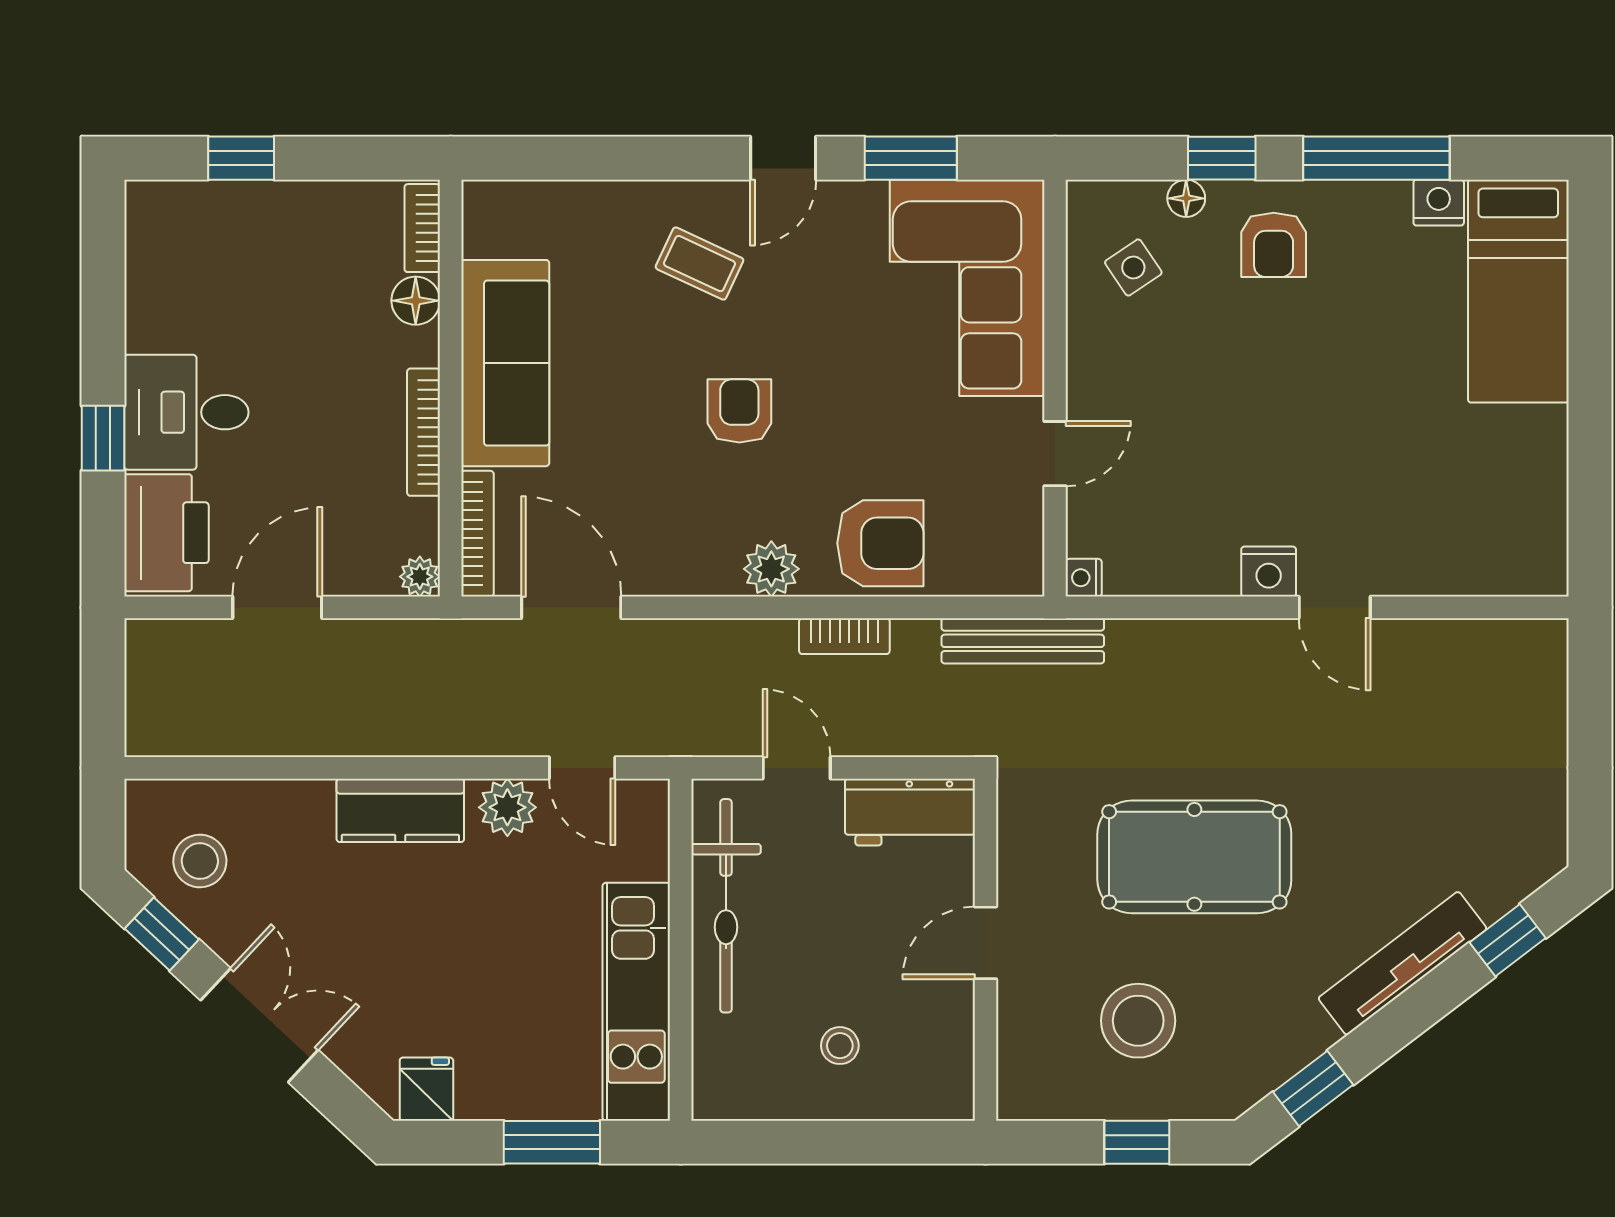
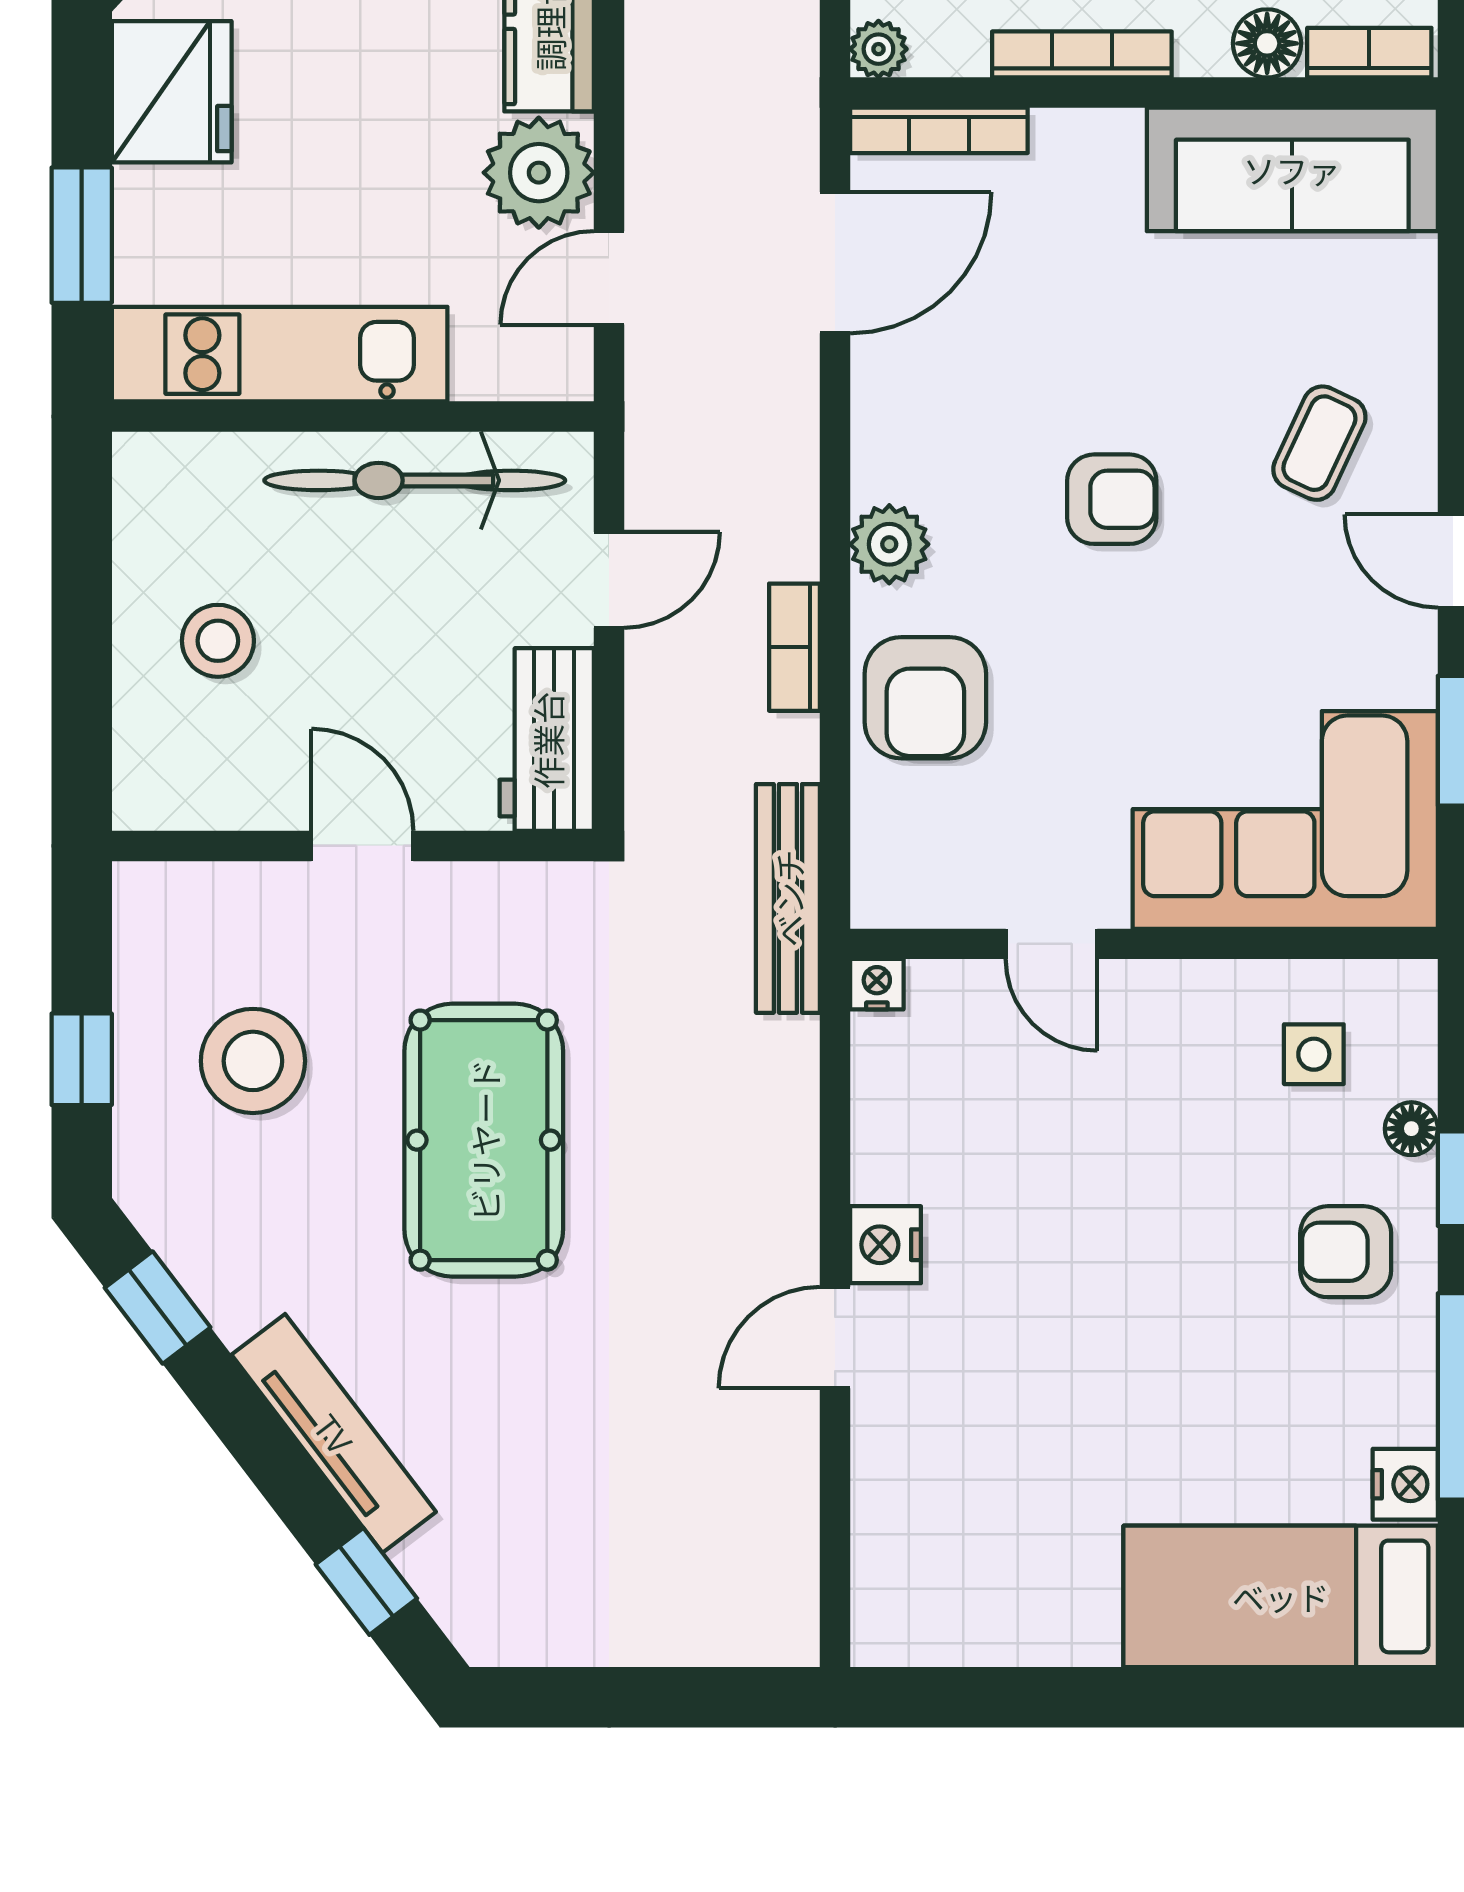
side table: (1133, 267) -> (1314, 1054), turned 34
sofa: (505, 363) -> (1292, 169), moved
plant: (507, 807) -> (539, 173), width x1.36, depth x1.36
stool: (840, 1046) -> (218, 641), width x1.37, depth x1.37
fridge: (426, 1089) -> (172, 92), width x1.88, depth x1.34

